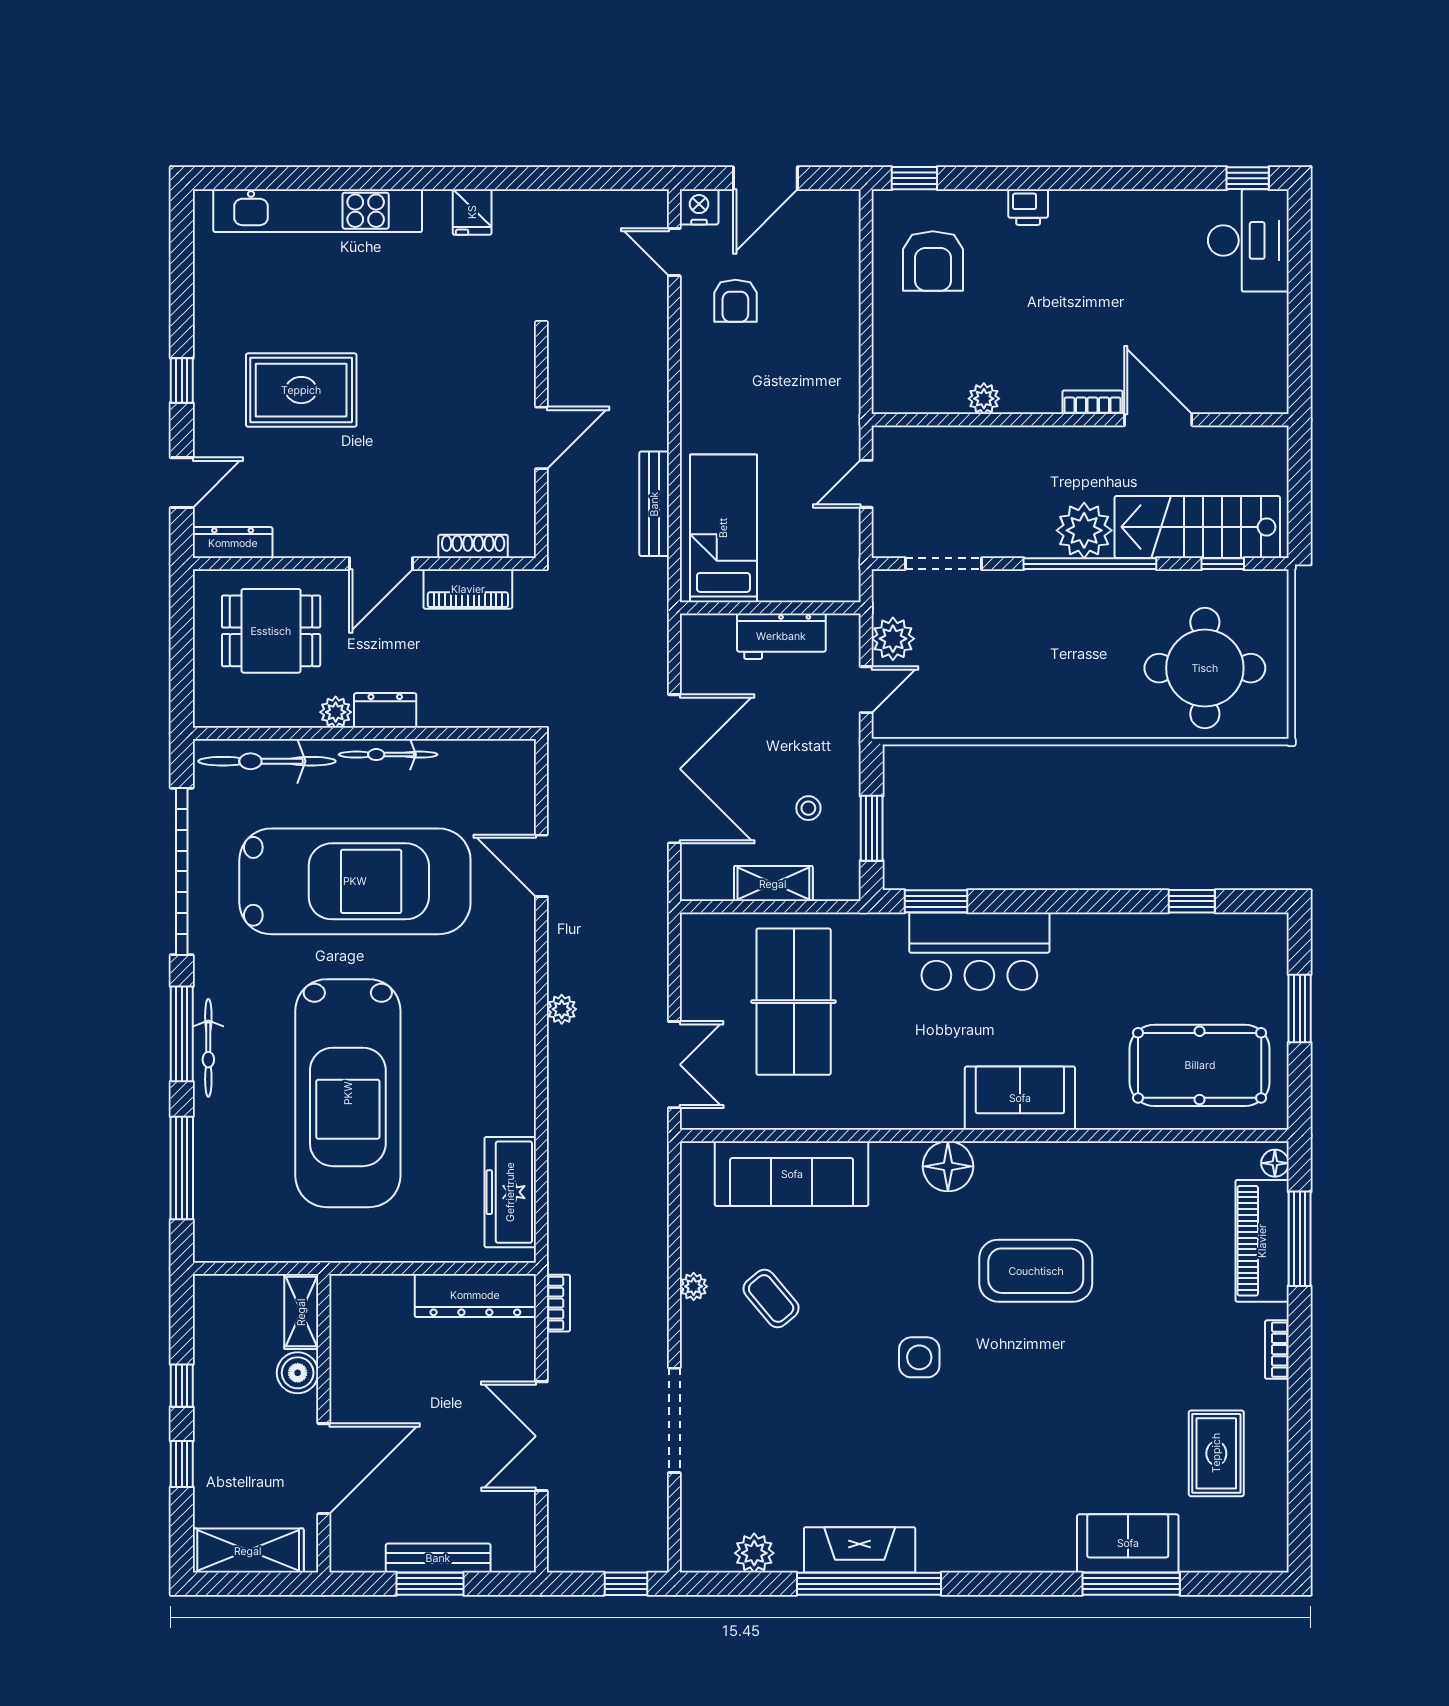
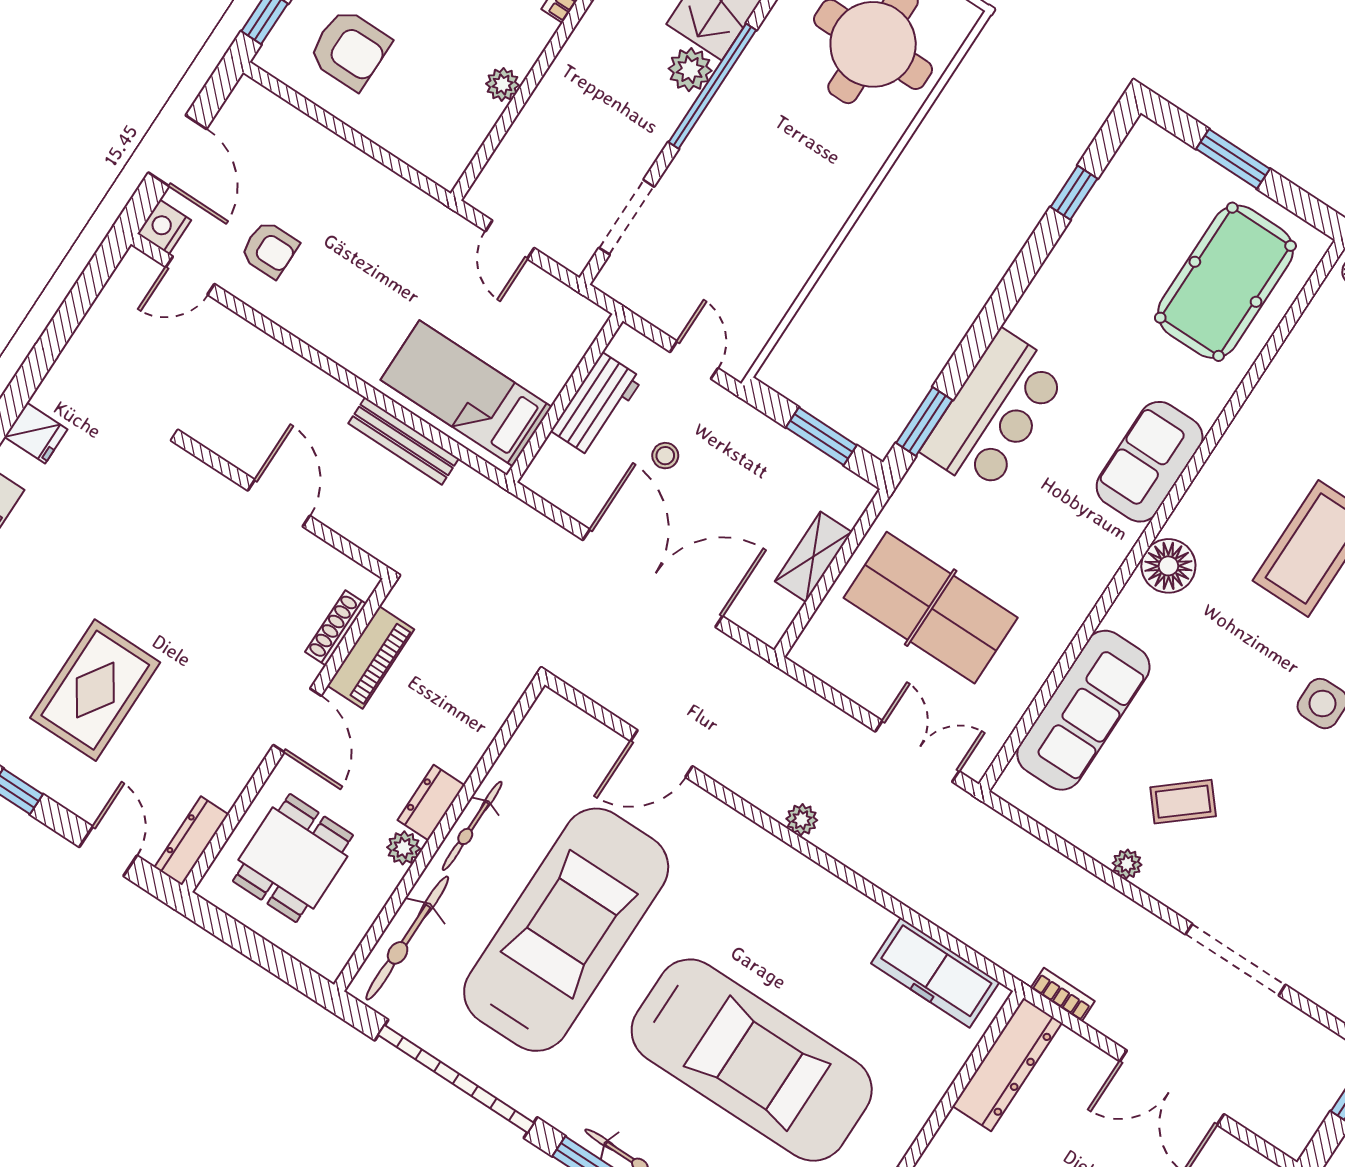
plant: (1084, 530) -> (690, 70), width x0.73, depth x0.73
plant: (893, 639) -> (664, 306), removed
stool: (808, 808) -> (665, 456), moved

